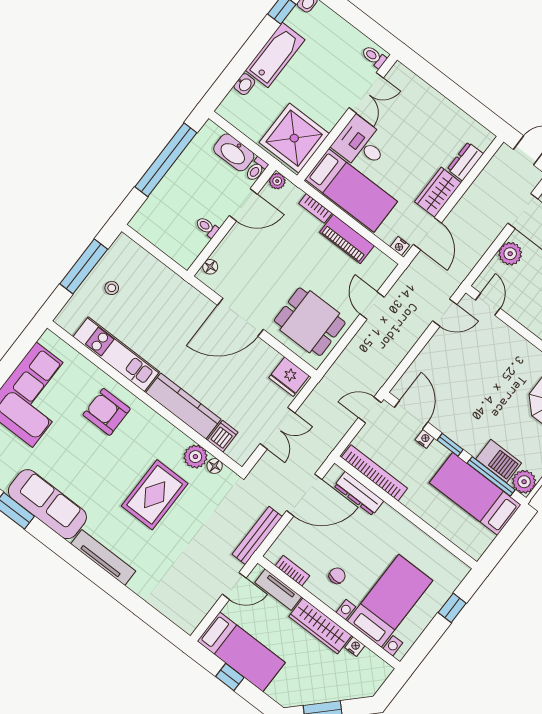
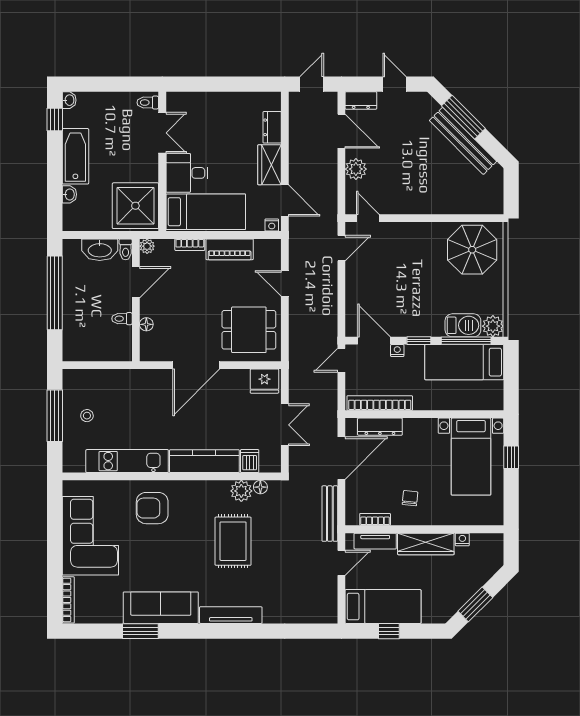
floor lamp: (210, 267) -> (146, 324), moved
bed with nightstands: (390, 601) -> (471, 457), moved, turned 180

